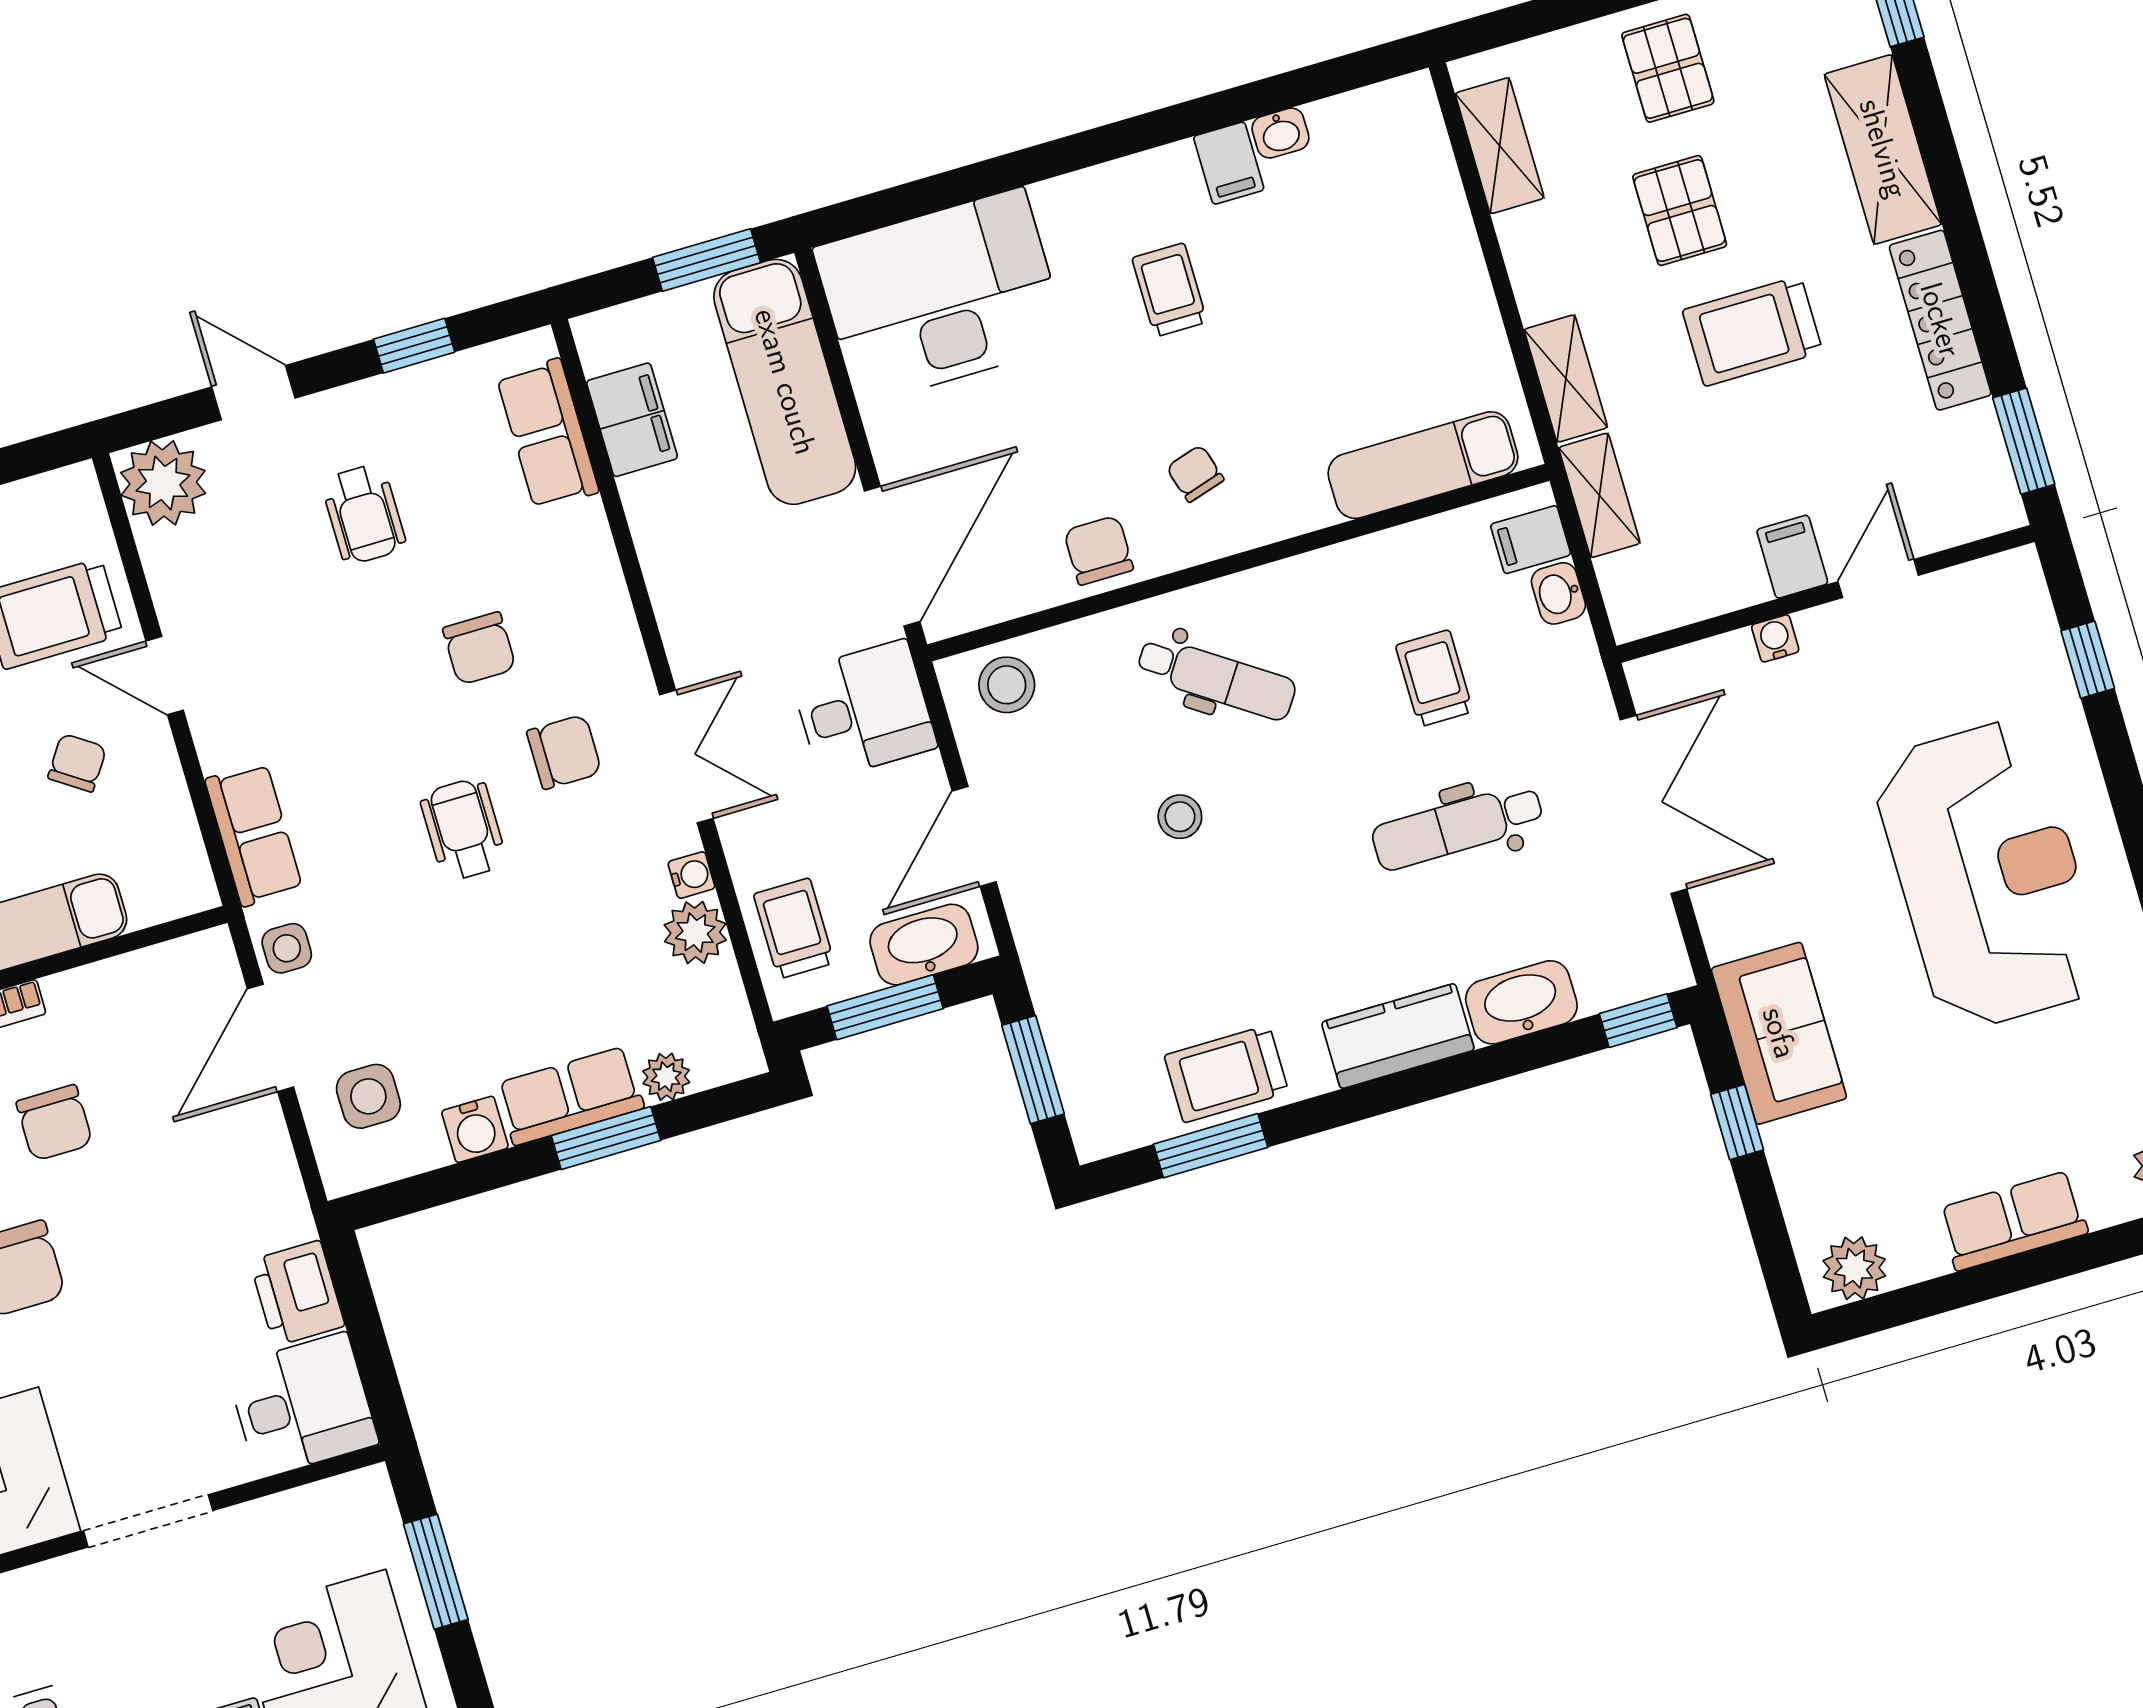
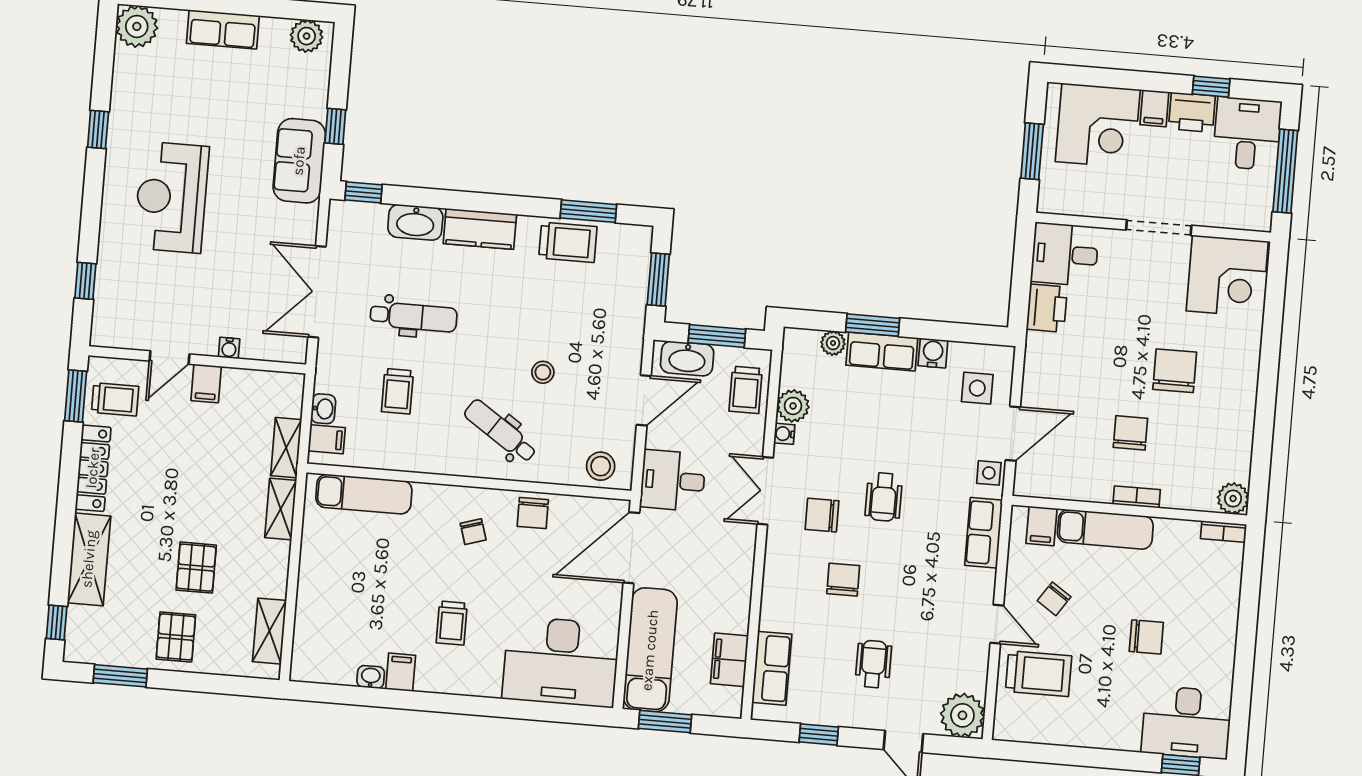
trolley: (1753, 331) -> (115, 399), moved, width x0.73, depth x0.72
reception desk: (1989, 875) -> (171, 197), width x0.74, depth x0.77
filing cabinet: (152, 888) -> (1041, 526), added

